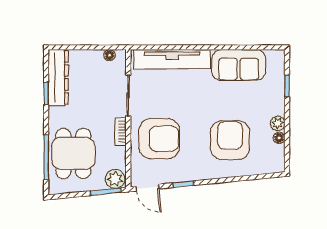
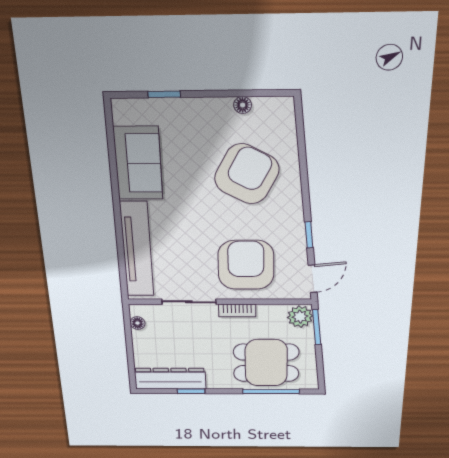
plant: (278, 123) -> (221, 107), removed
armchair: (230, 140) -> (247, 174), turned 118

